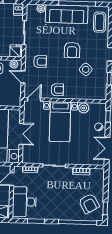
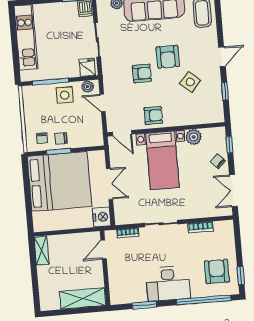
armchair: (40, 62) -> (142, 73), moved
door: (34, 100) -> (122, 133), swing flipped
desk: (24, 202) -> (168, 283), moved, turned -90
armchair: (89, 203) -> (217, 271), turned -150

